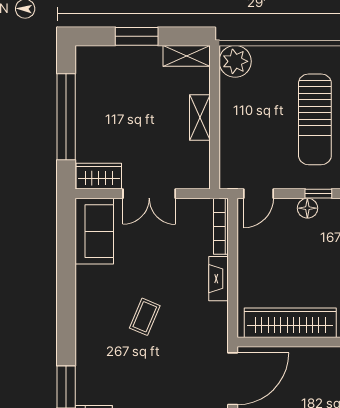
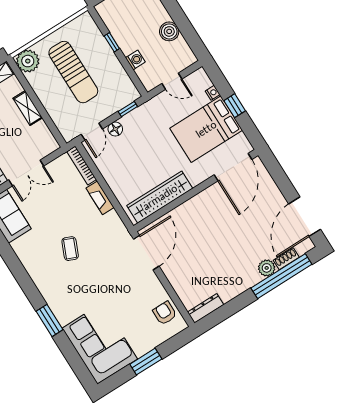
sun lounger: (315, 119) -> (73, 72), moved
floor lamp: (307, 208) -> (115, 129), moved

